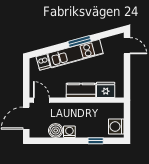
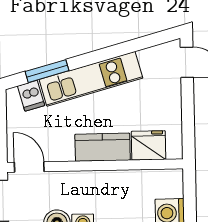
window: (80, 41) -> (47, 71), moved

